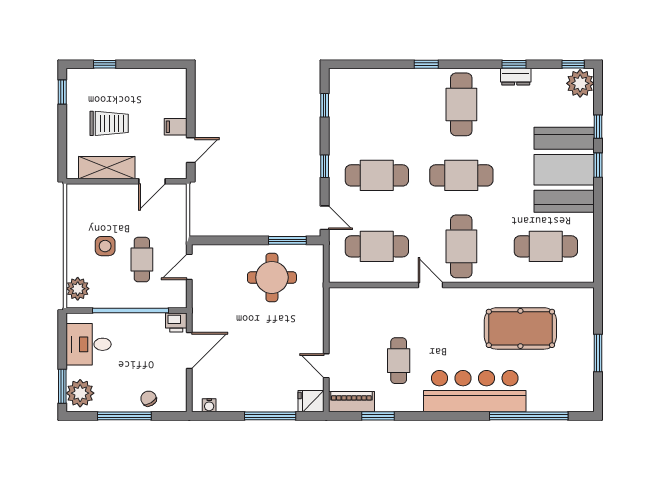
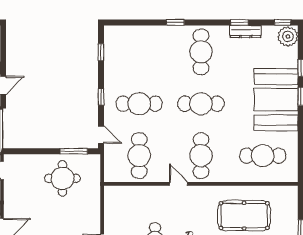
dresser: (516, 77) -> (246, 31), width x1.44
cafe table: (377, 246) -> (139, 156), turned 90

